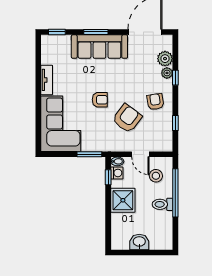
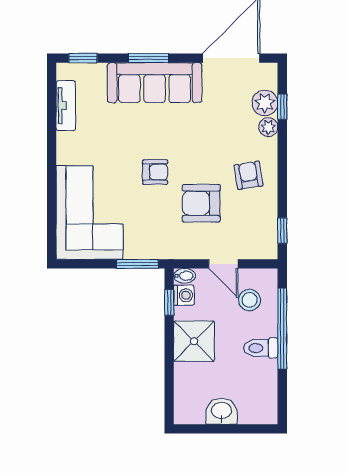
window: (175, 78) -> (282, 107), moved
tv unit: (47, 80) -> (66, 106), moved
armchair: (127, 118) -> (201, 203), turned -127
window: (175, 123) -> (282, 231), moved

